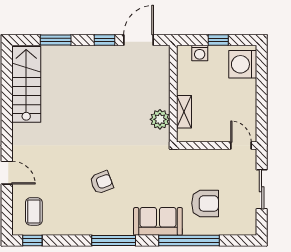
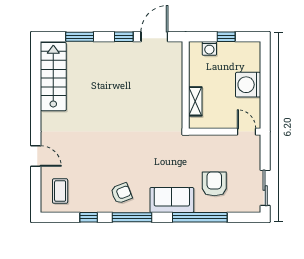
washing machine: (243, 64) -> (248, 85), moved
plant: (160, 119) -> (174, 108), removed
armchair: (102, 182) -> (121, 193), moved
sliding door: (262, 189) -> (265, 188), moved
armchair: (205, 203) -> (214, 184), turned -90
window: (32, 241) -> (89, 217), moved

